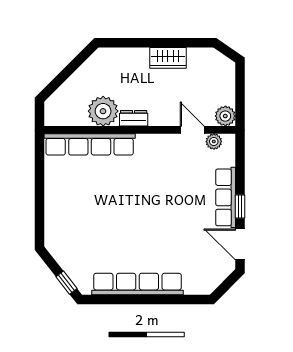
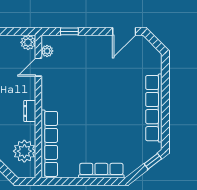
plant: (103, 111) -> (24, 151), moved
row of seats: (226, 197) -> (101, 171), moved, turned 180
window: (240, 206) -> (69, 31), moved

